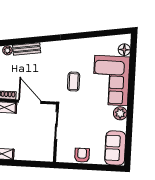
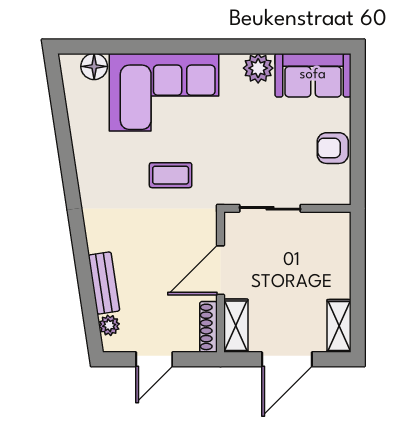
plant: (120, 113) -> (258, 68), moved

